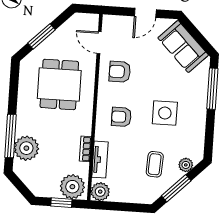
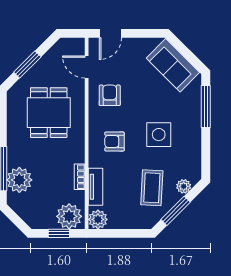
door: (145, 13) -> (110, 33), moved
armchair: (120, 72) -> (110, 95), turned 90
coffee table: (155, 164) -> (152, 188), width x1.36, depth x1.30

